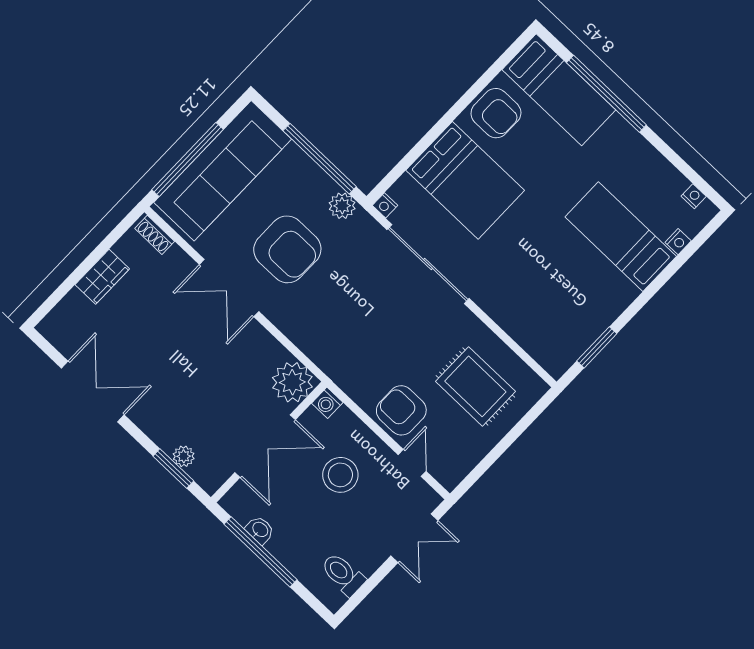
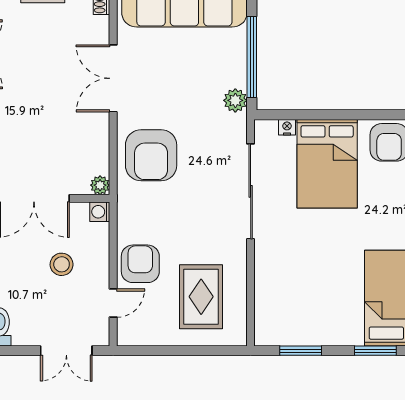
nightstand: (385, 205) -> (287, 127), moved, turned 90
armchair: (287, 249) -> (151, 155), moved
window: (655, 286) -> (375, 351), added
plant: (292, 382) -> (100, 185), width x0.53, depth x0.53
stool: (340, 475) -> (62, 264), width x0.73, depth x0.73

